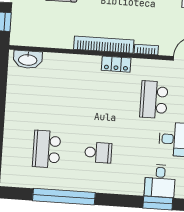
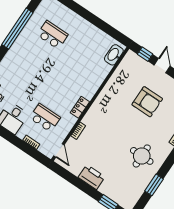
bookcase: (104, 45) -> (96, 107), removed
school desk: (98, 153) -> (32, 65), removed

